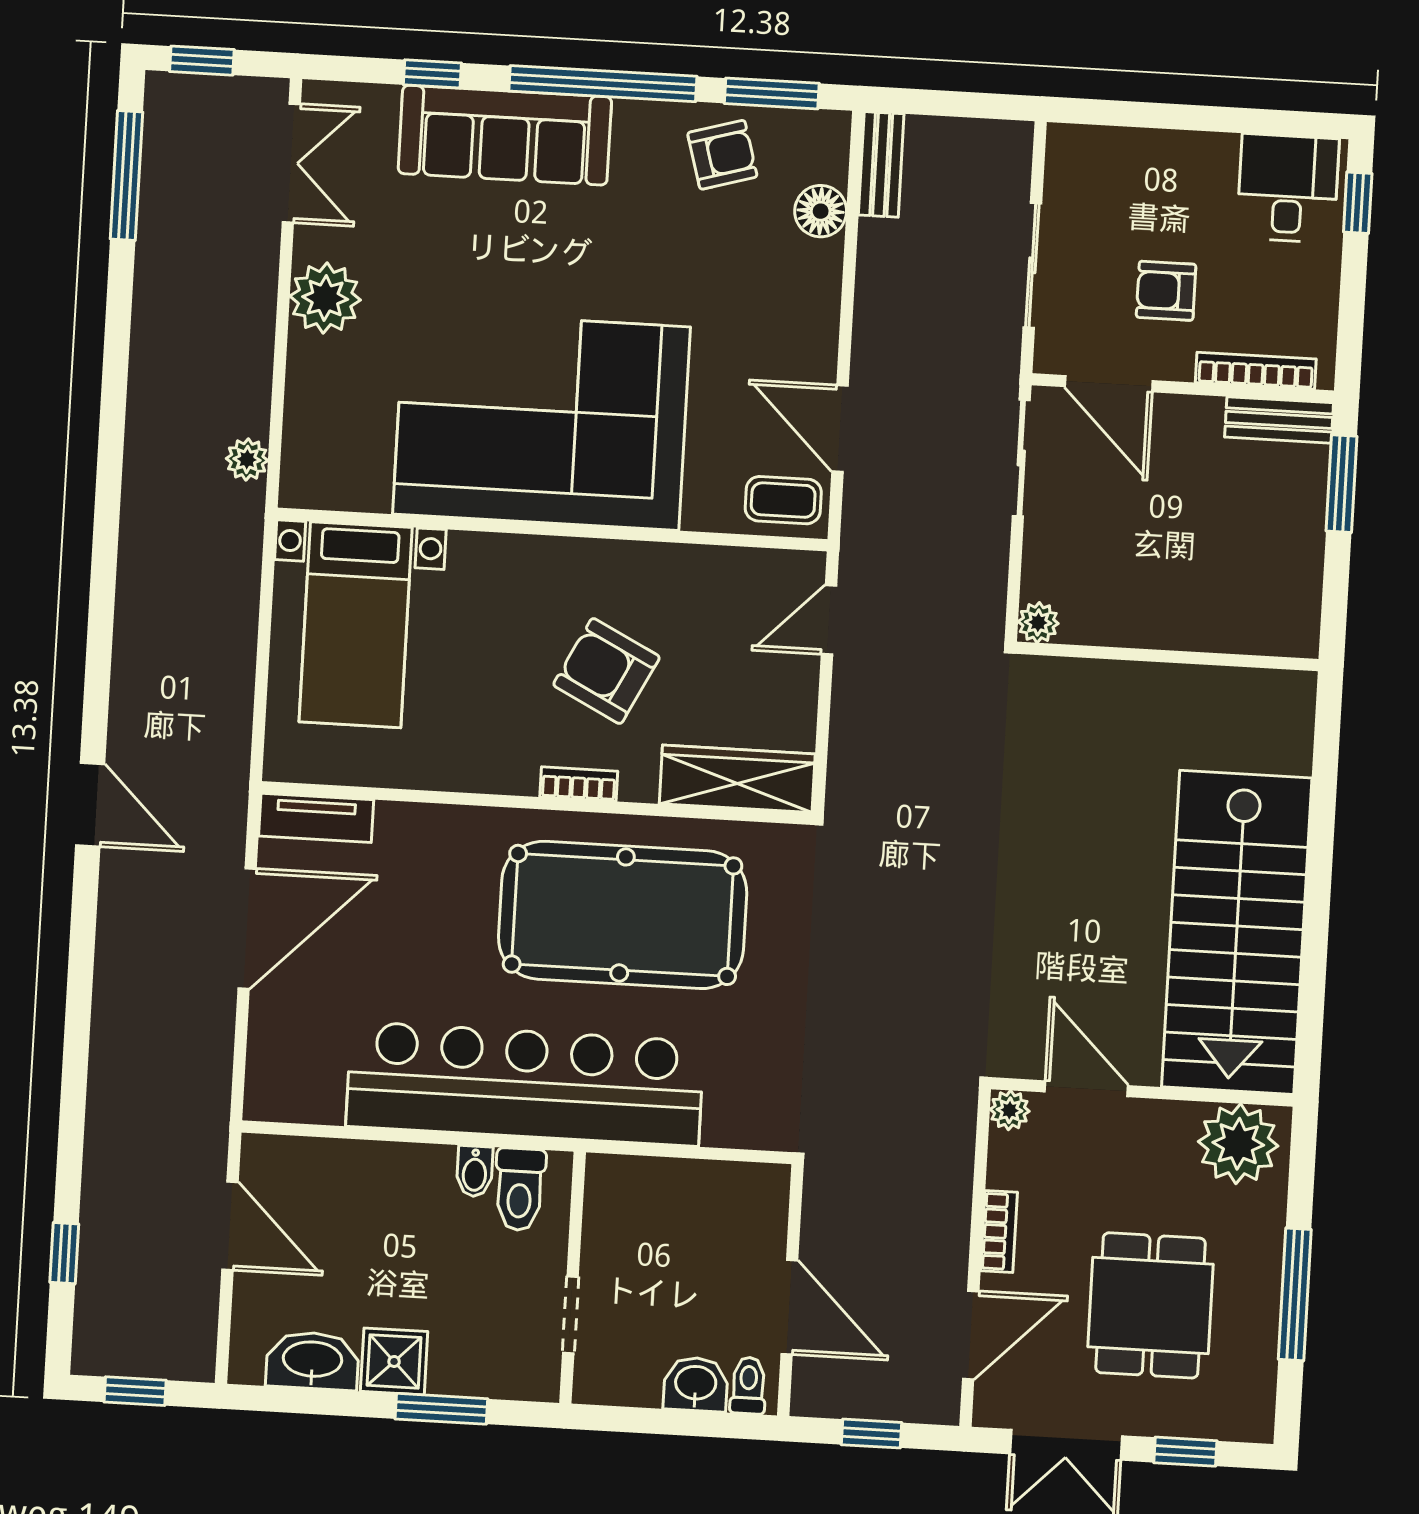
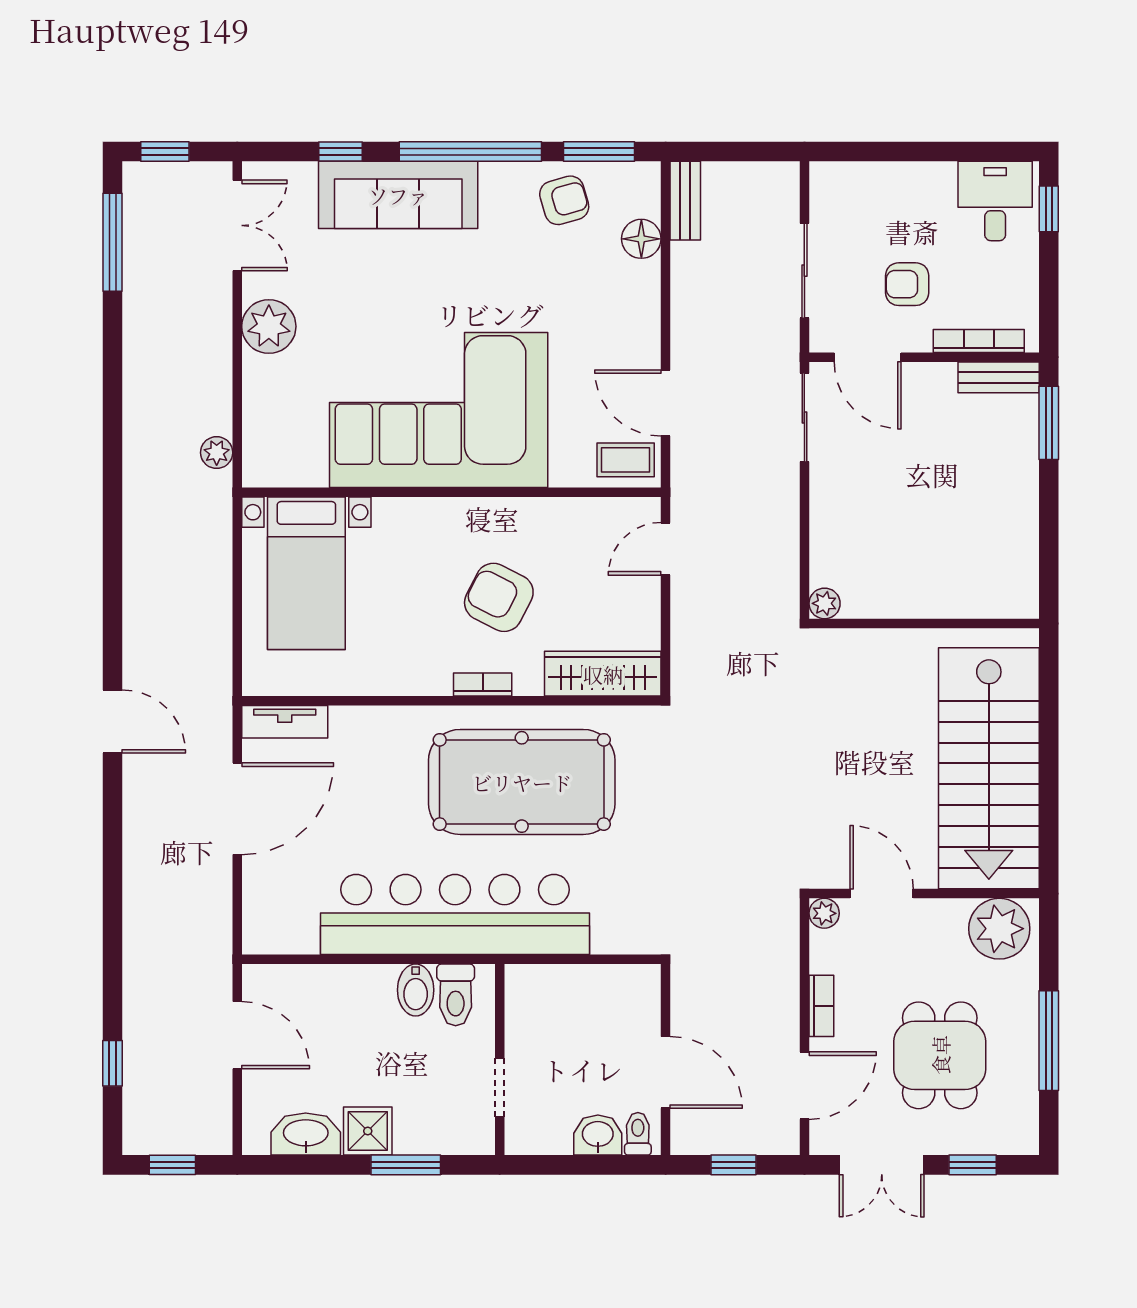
plant: (1038, 623) -> (825, 603), moved
wall: (1167, 656) -> (924, 623), moved
bidet: (475, 1171) -> (416, 990), width x1.38, depth x1.36

